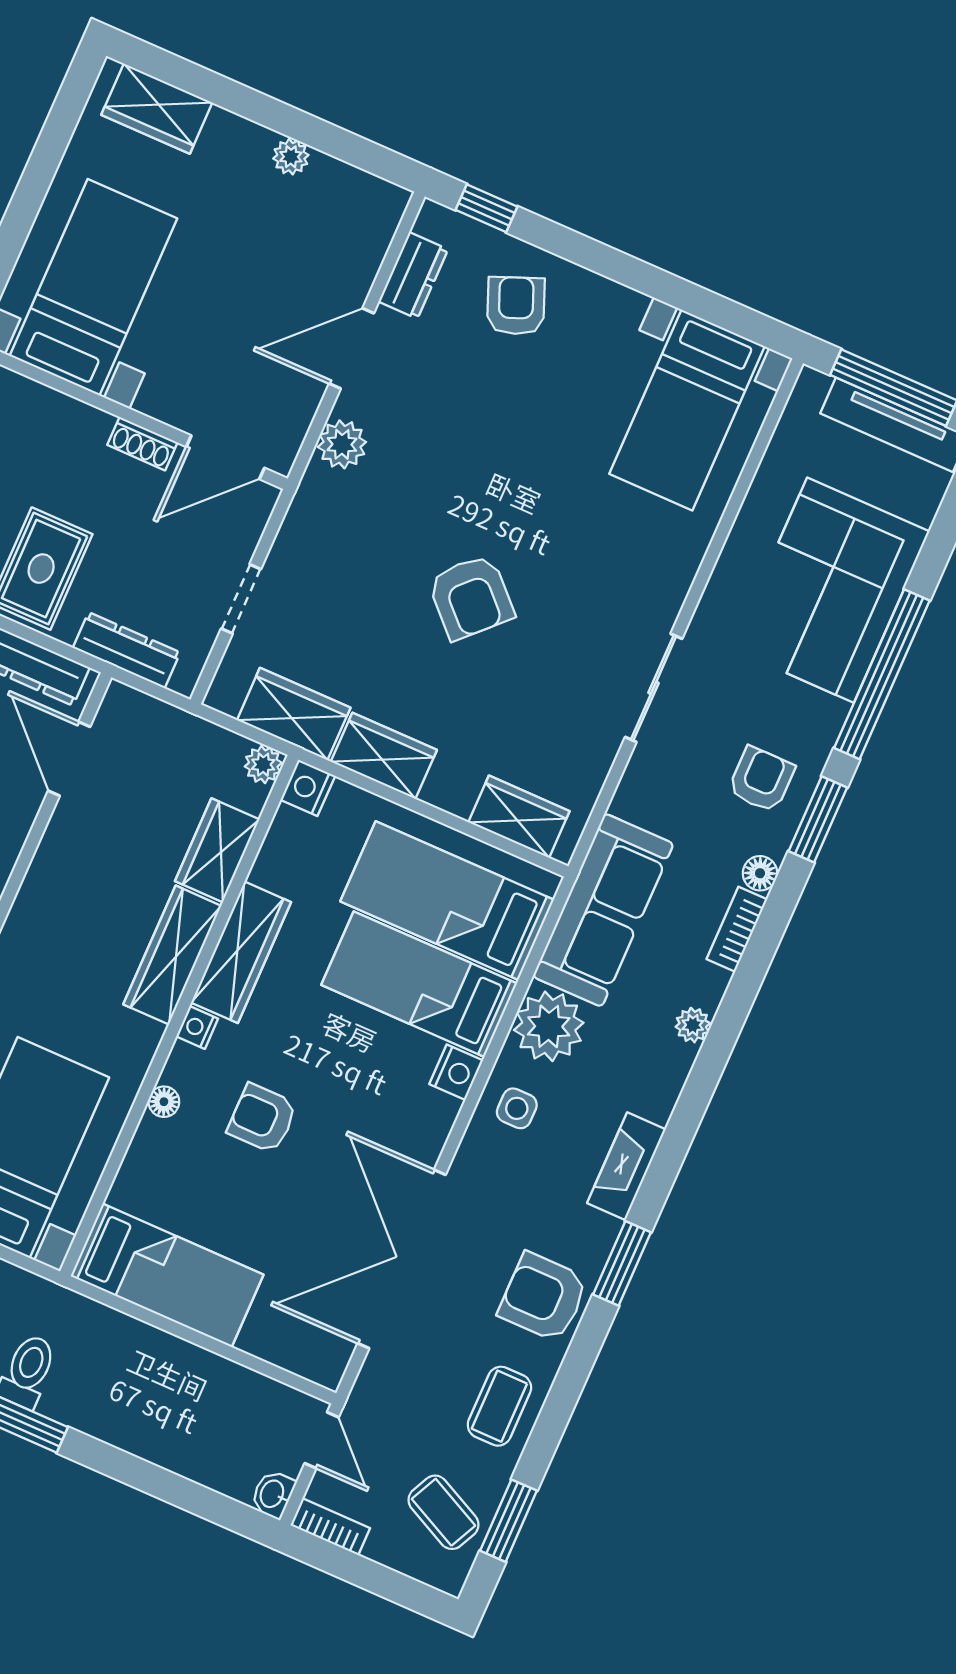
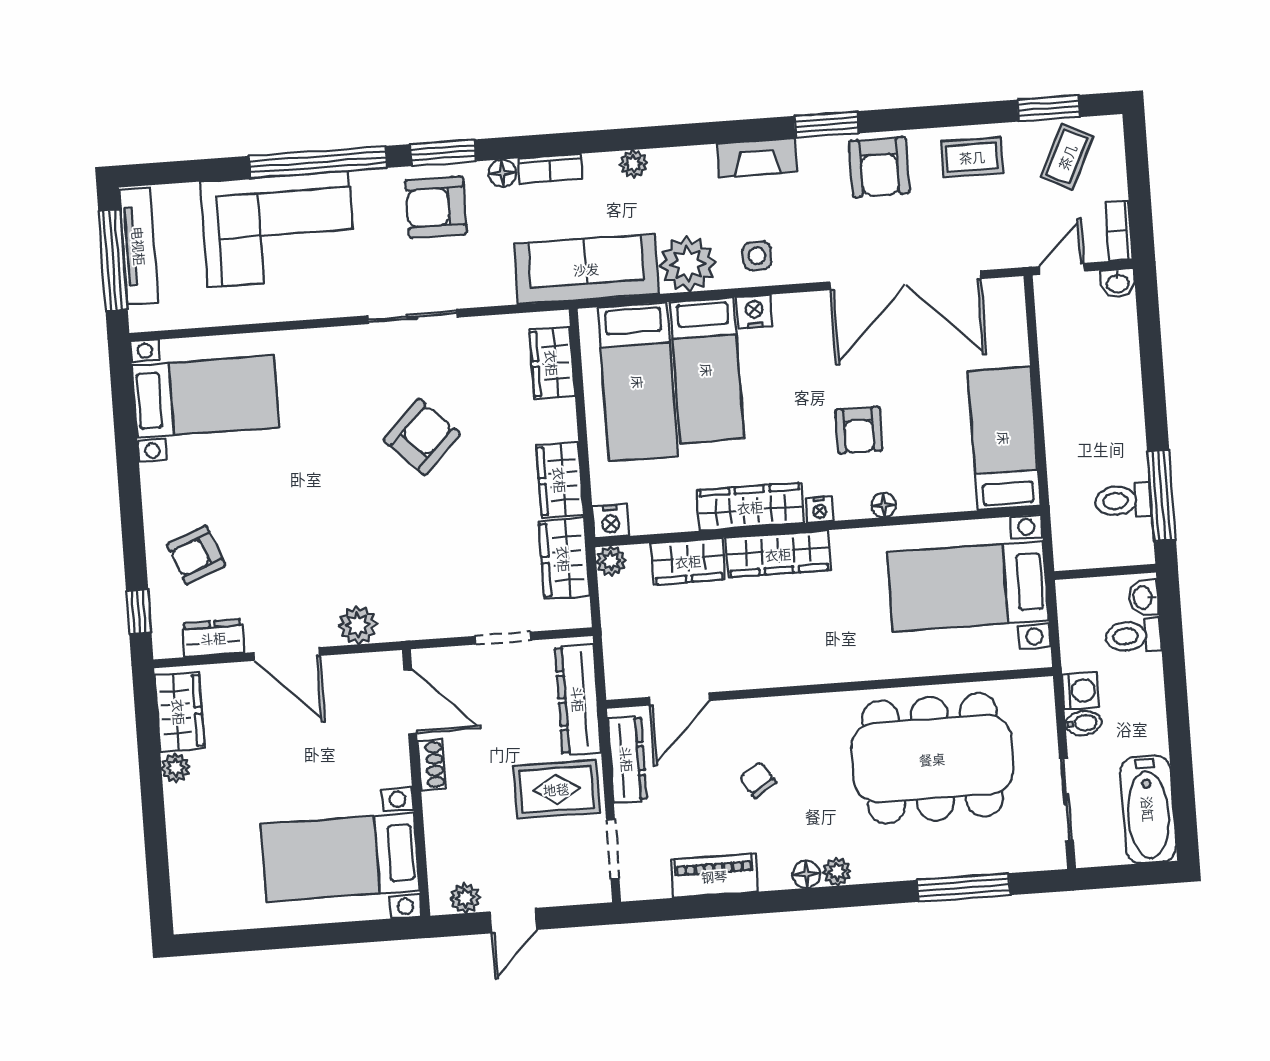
wardrobe: (157, 109) -> (179, 712), moved
armchair: (471, 597) -> (422, 437), moved
dresser: (127, 650) -> (578, 699), width x1.37, depth x1.24
armchair: (761, 779) -> (436, 207), width x1.38, depth x1.38

